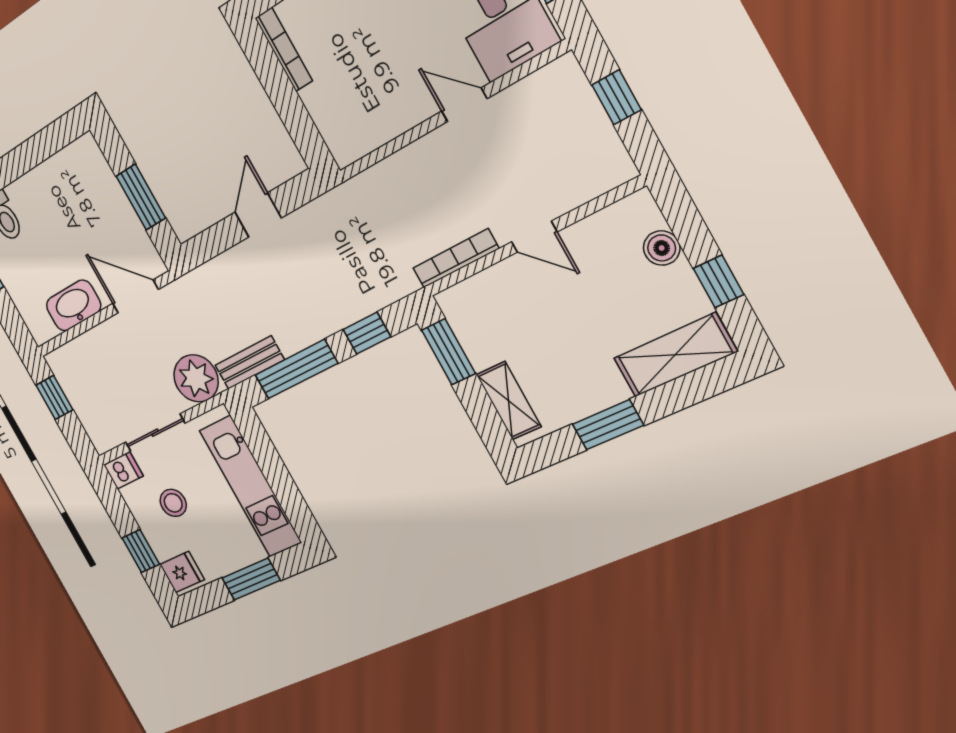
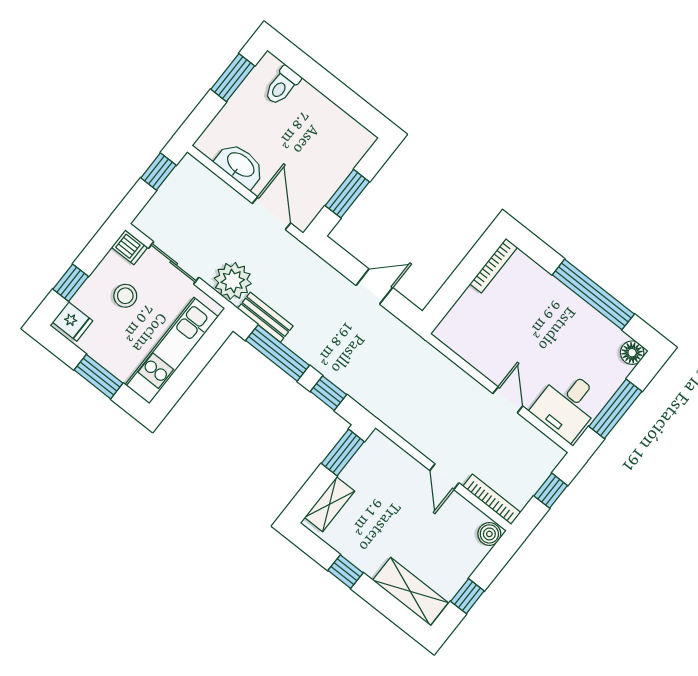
boiler: (662, 248) -> (489, 534), moved
bookcase: (456, 258) -> (492, 499), moved
window: (608, 425) -> (346, 572), width x0.67

